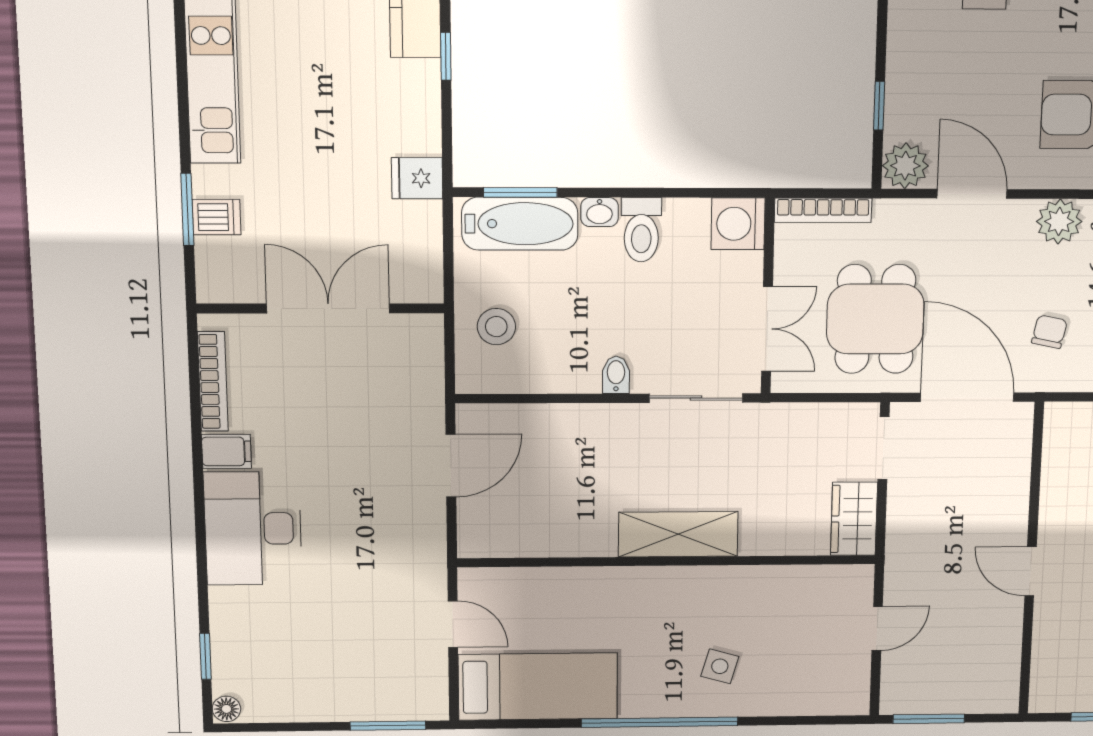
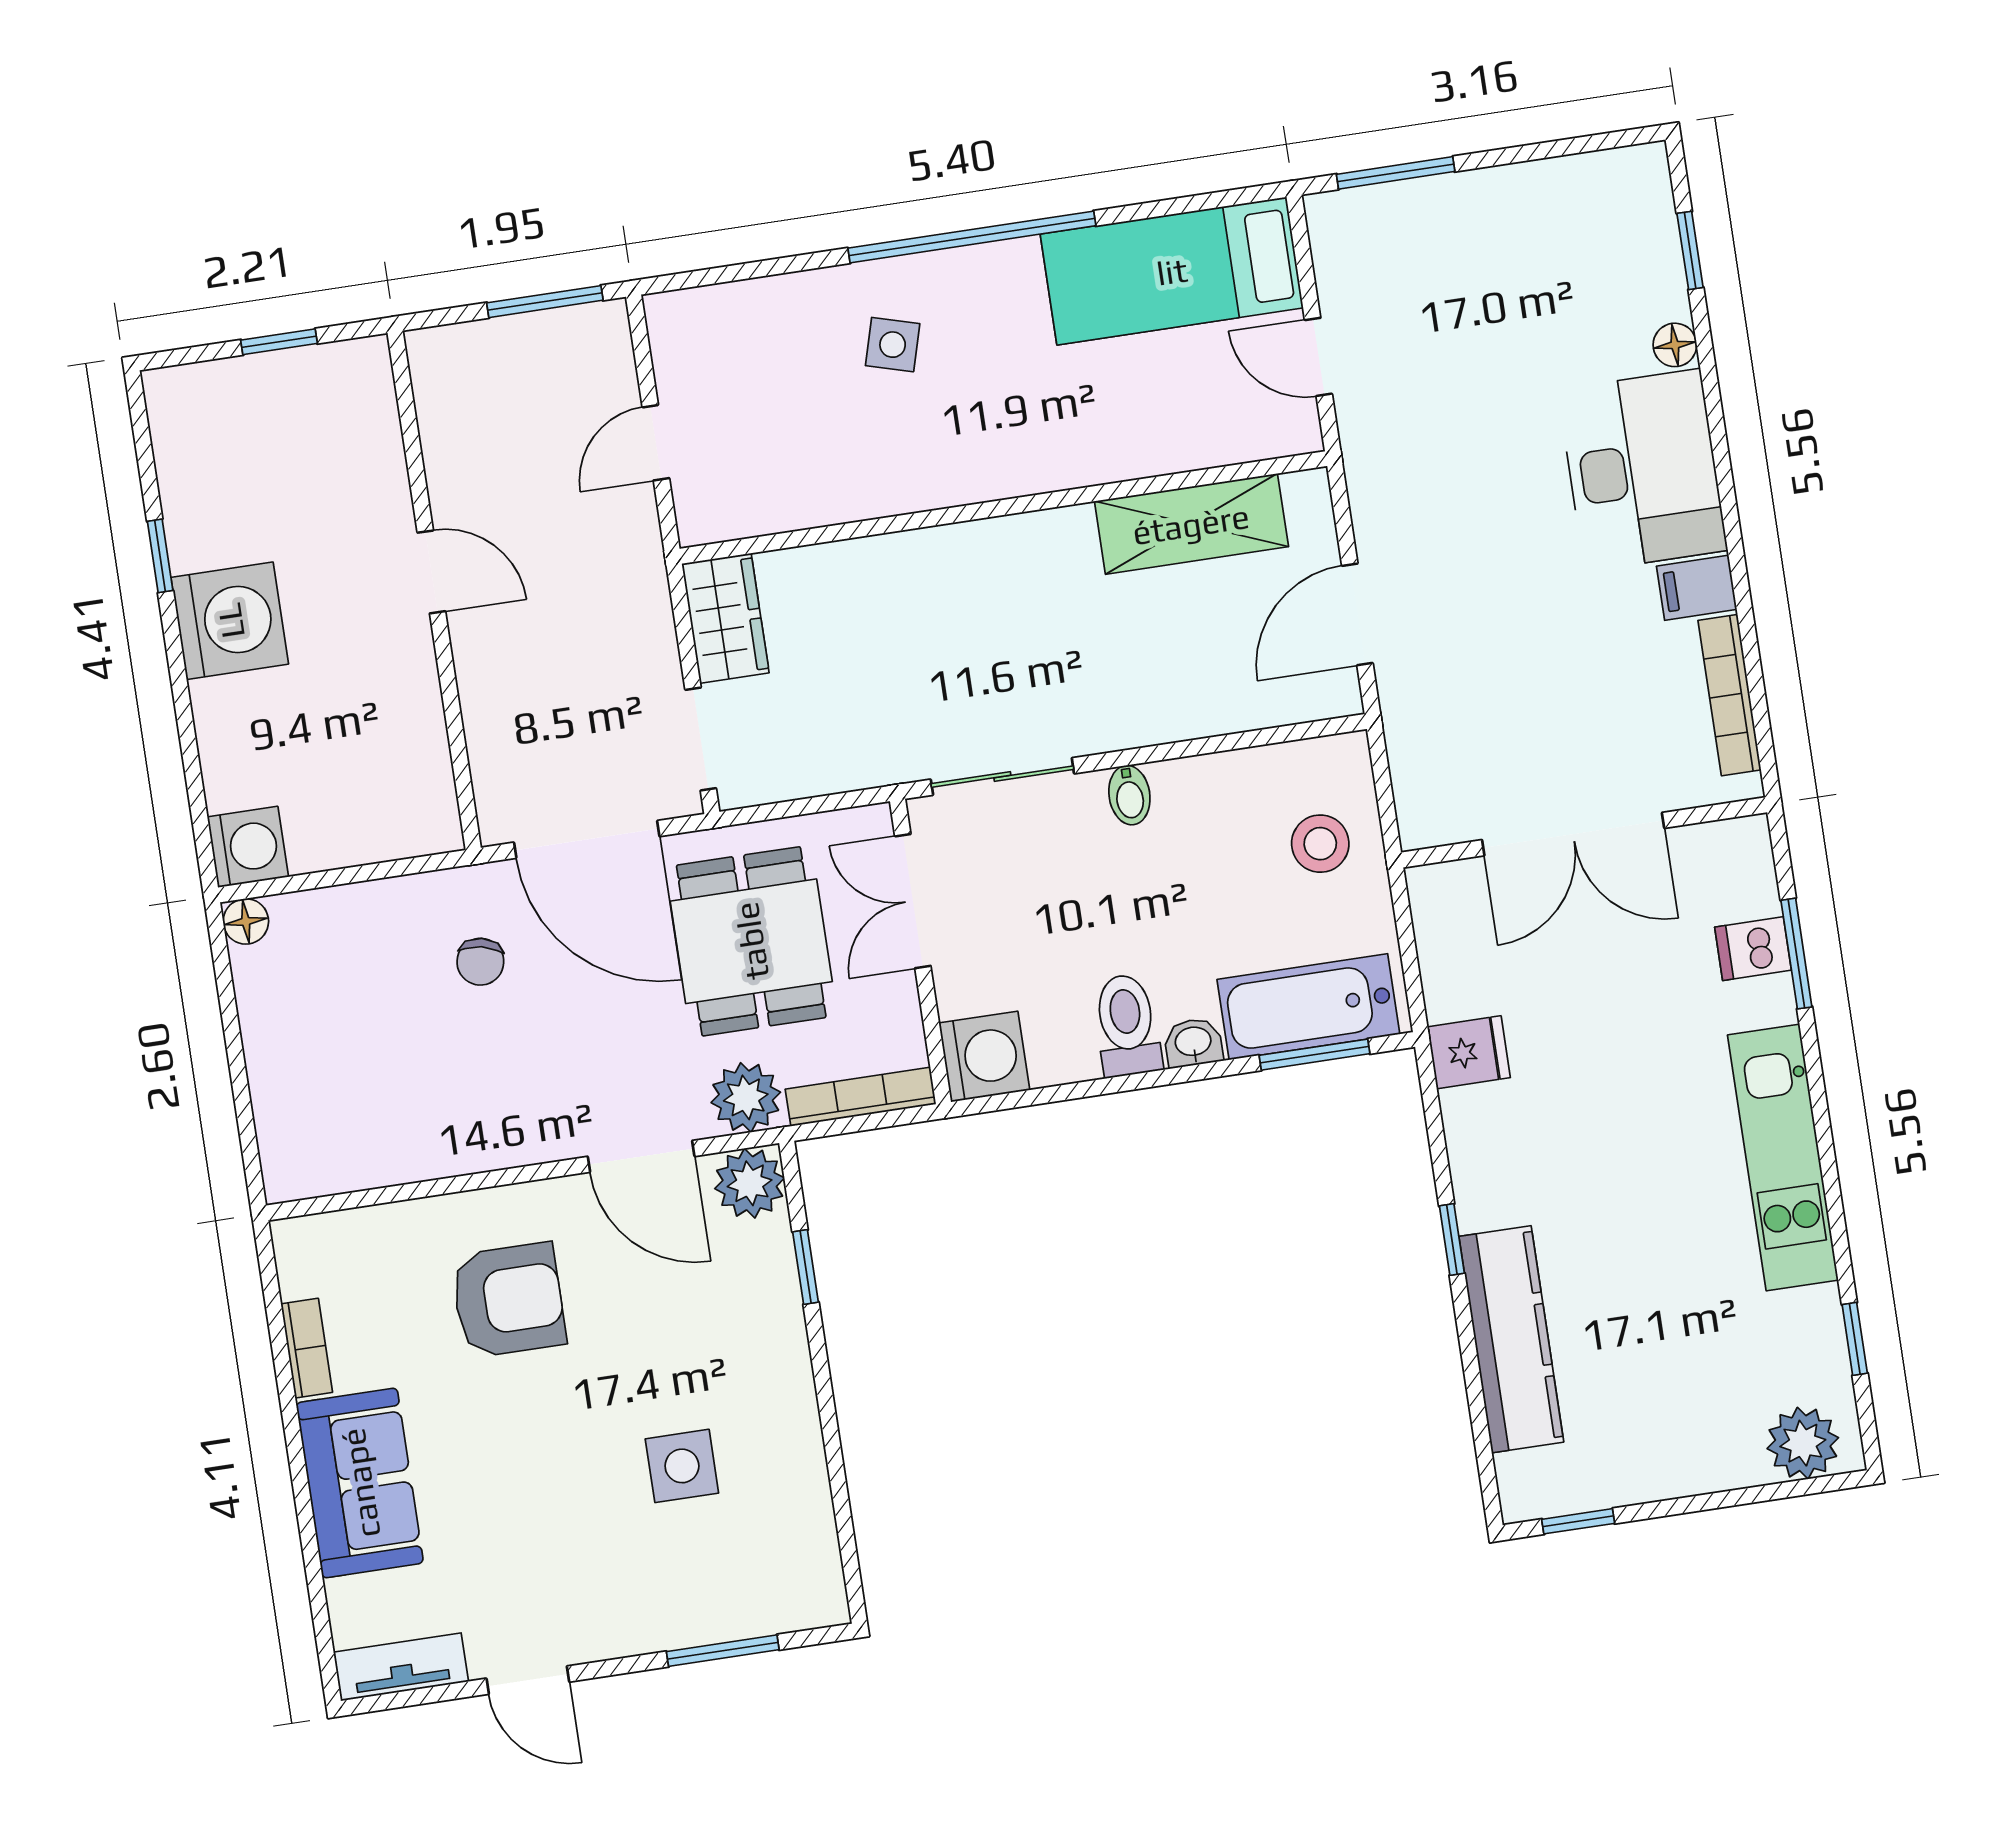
plant: (1059, 221) -> (746, 1097), moved
shelving: (678, 534) -> (1191, 524), moved
floor lamp: (226, 709) -> (1675, 345), moved

